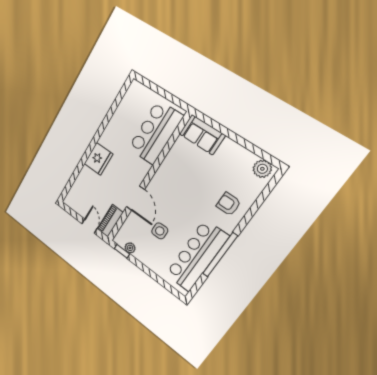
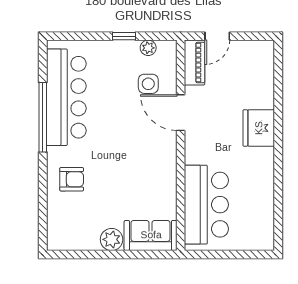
plant: (262, 169) -> (112, 239), moved
door: (89, 226) -> (217, 36), hinge flipped
side table: (160, 231) -> (148, 84), moved
window: (122, 251) -> (124, 36), moved

